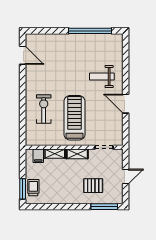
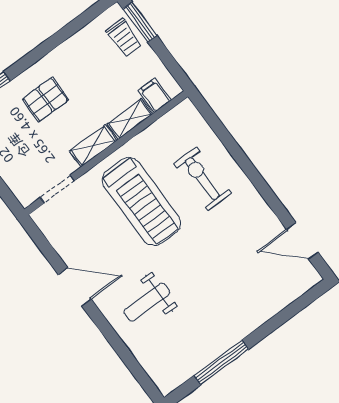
window: (90, 31) -> (221, 362), width x0.68
weight bench: (102, 76) -> (147, 302), turned 180
exercise bike: (44, 109) -> (202, 179), turned 180
pallet: (93, 186) -> (45, 99), moved

